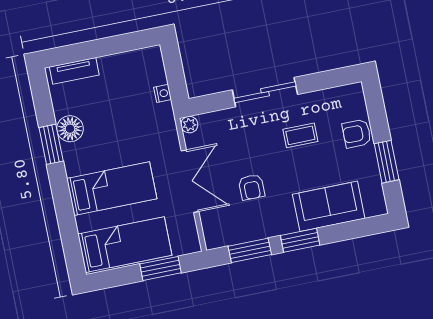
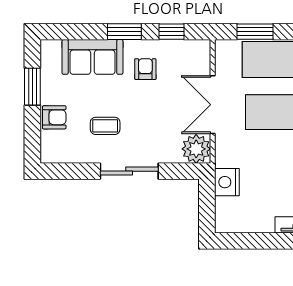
nightstand: (163, 93) -> (227, 182), width x1.89, depth x1.79
plant: (189, 125) -> (196, 149), width x1.88, depth x1.88
armchair: (252, 187) -> (145, 69), moved
window: (250, 250) -> (171, 32), width x0.67

